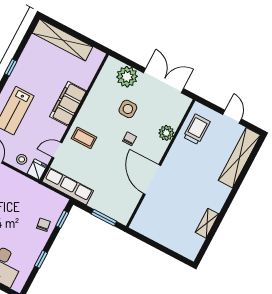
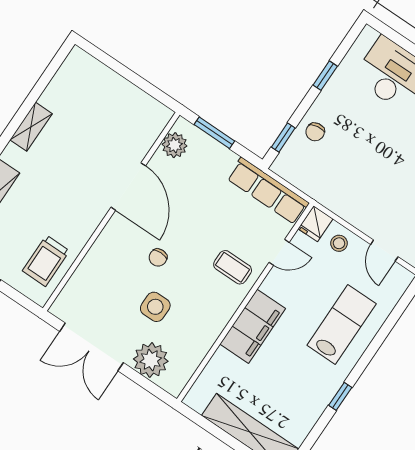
plant: (166, 133) -> (175, 145), moved
shelving: (207, 223) -> (31, 127), moved

